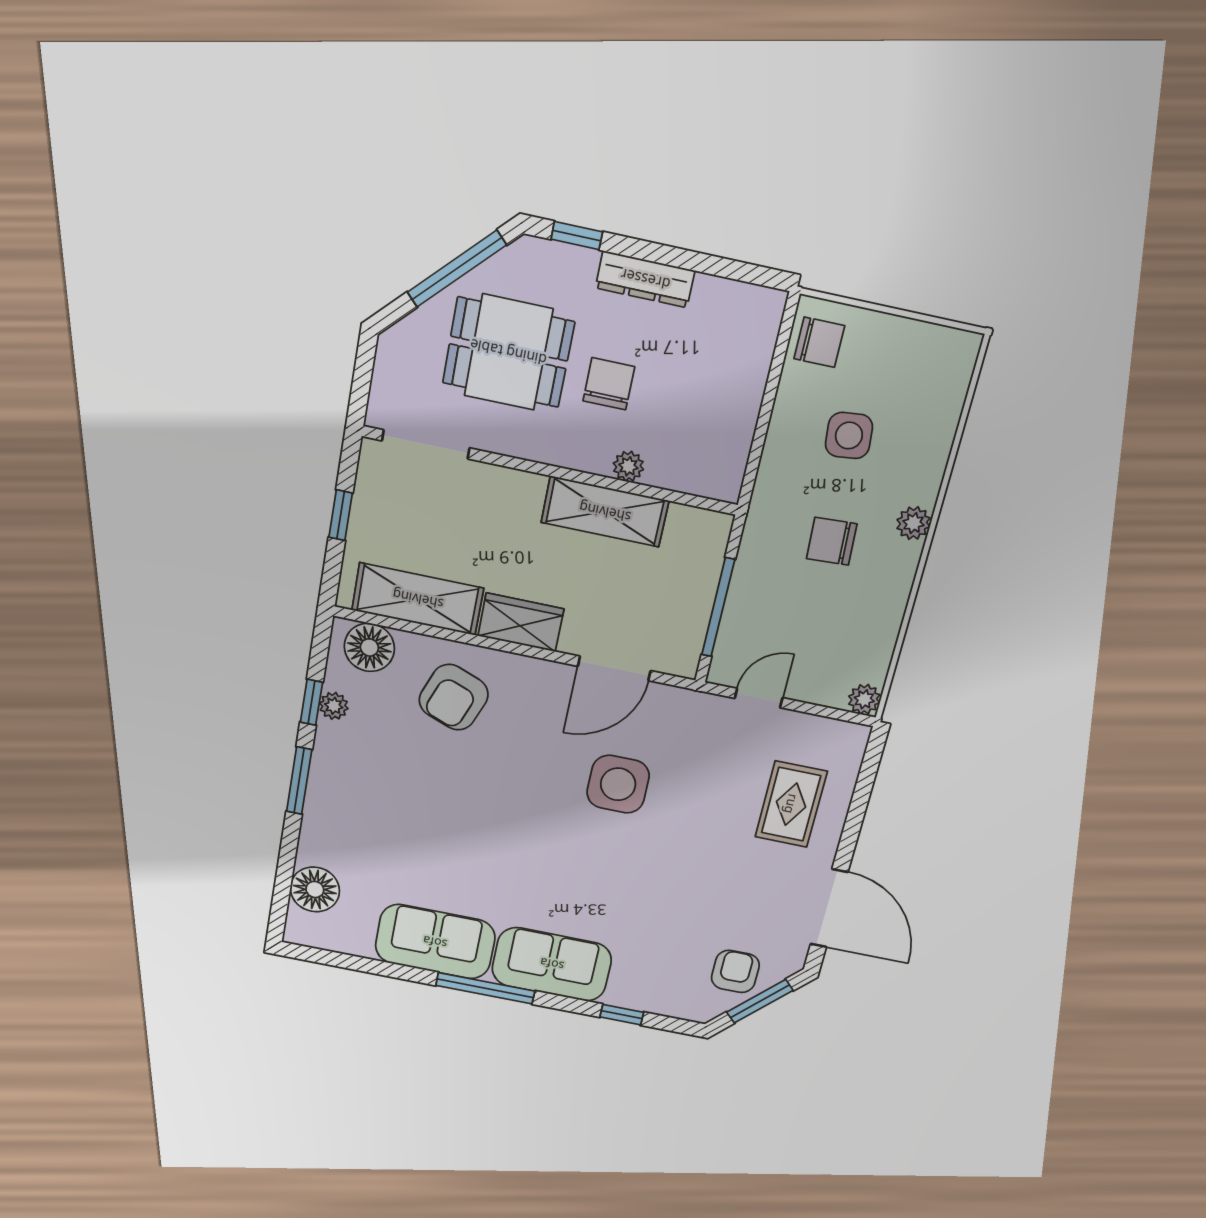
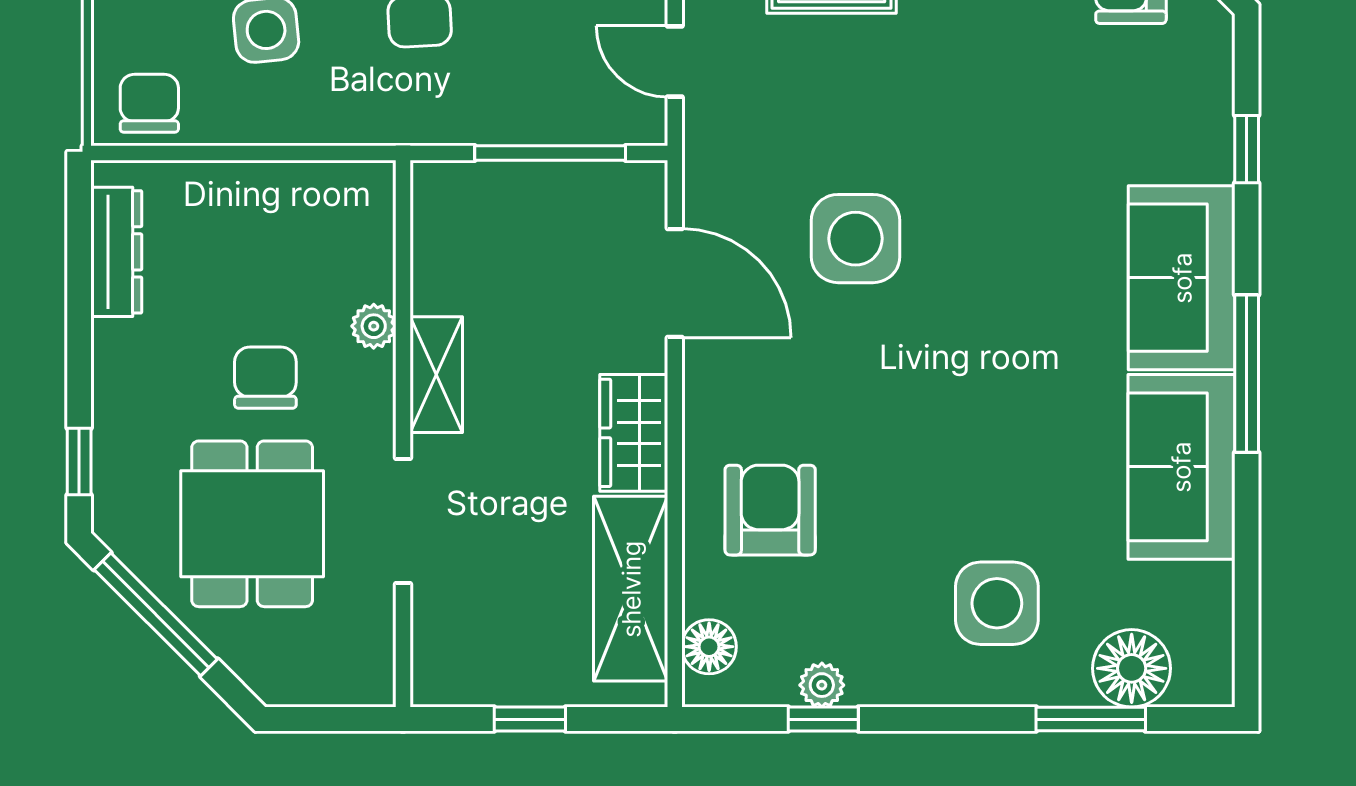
dresser: (645, 279) -> (116, 252), moved
chair: (609, 384) -> (265, 378), turned 90
doorway: (426, 444) -> (403, 521), moved
shelving: (605, 512) -> (436, 375), width x0.67, depth x0.75
floor lamp: (369, 647) -> (709, 647), width x0.73, depth x0.73
armchair: (454, 697) -> (770, 510), turned -111
window: (299, 781) -> (1091, 719), moved
side table: (369, 821) -> (997, 603), added

